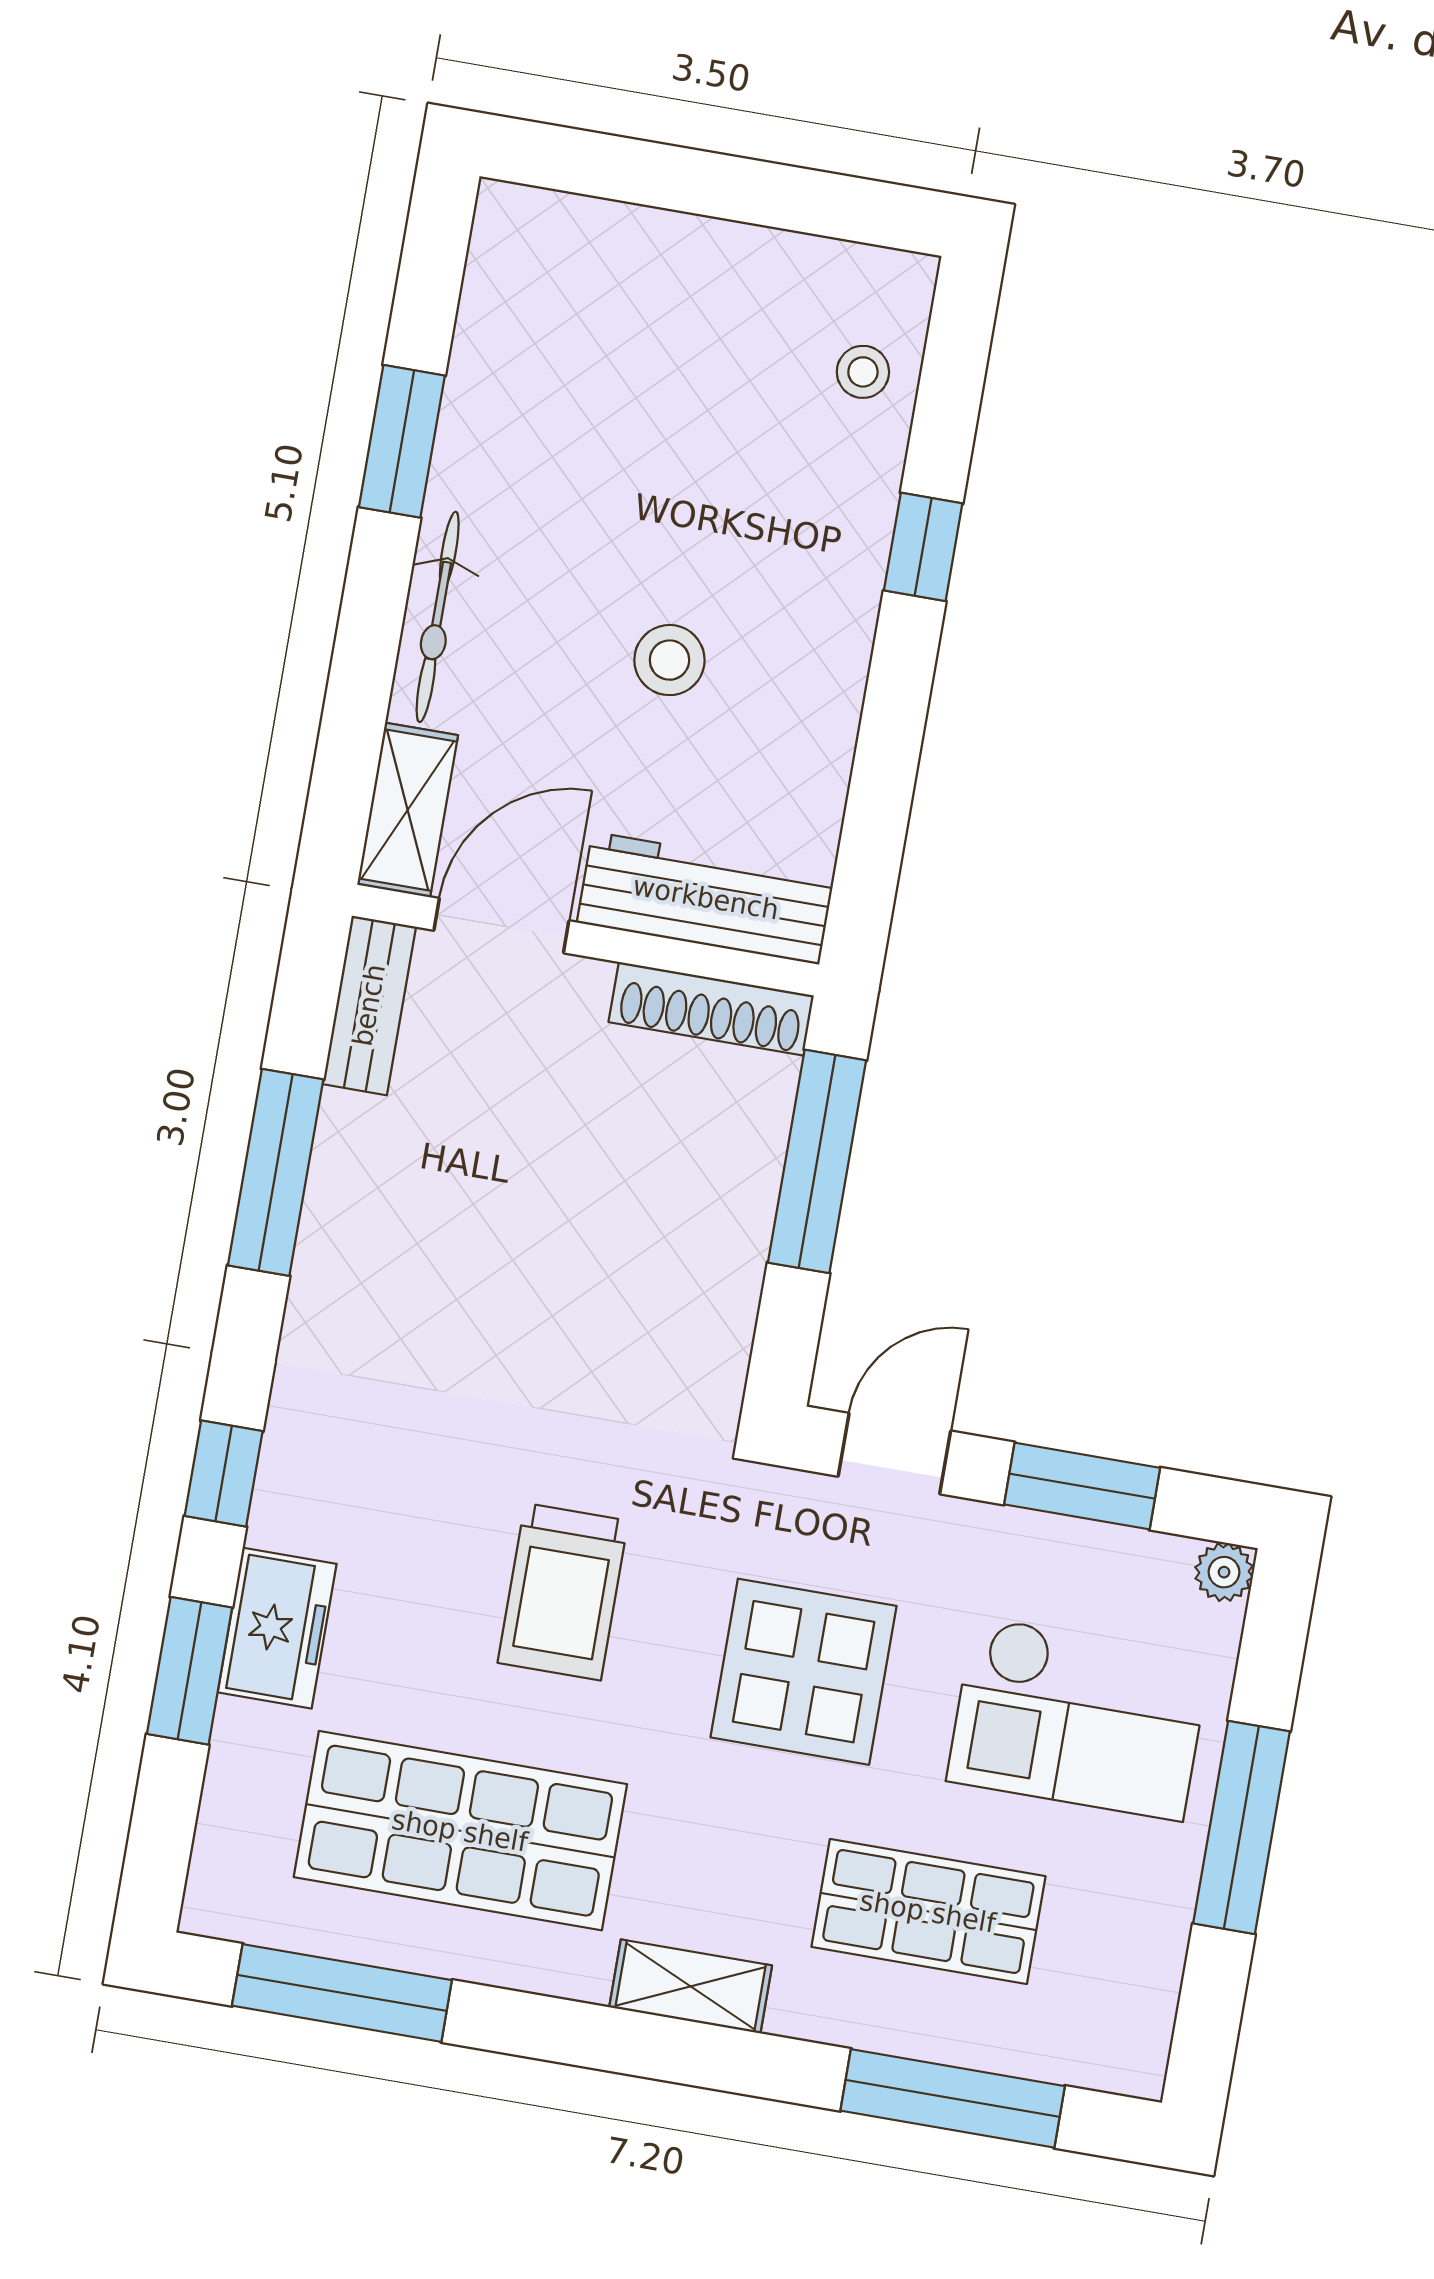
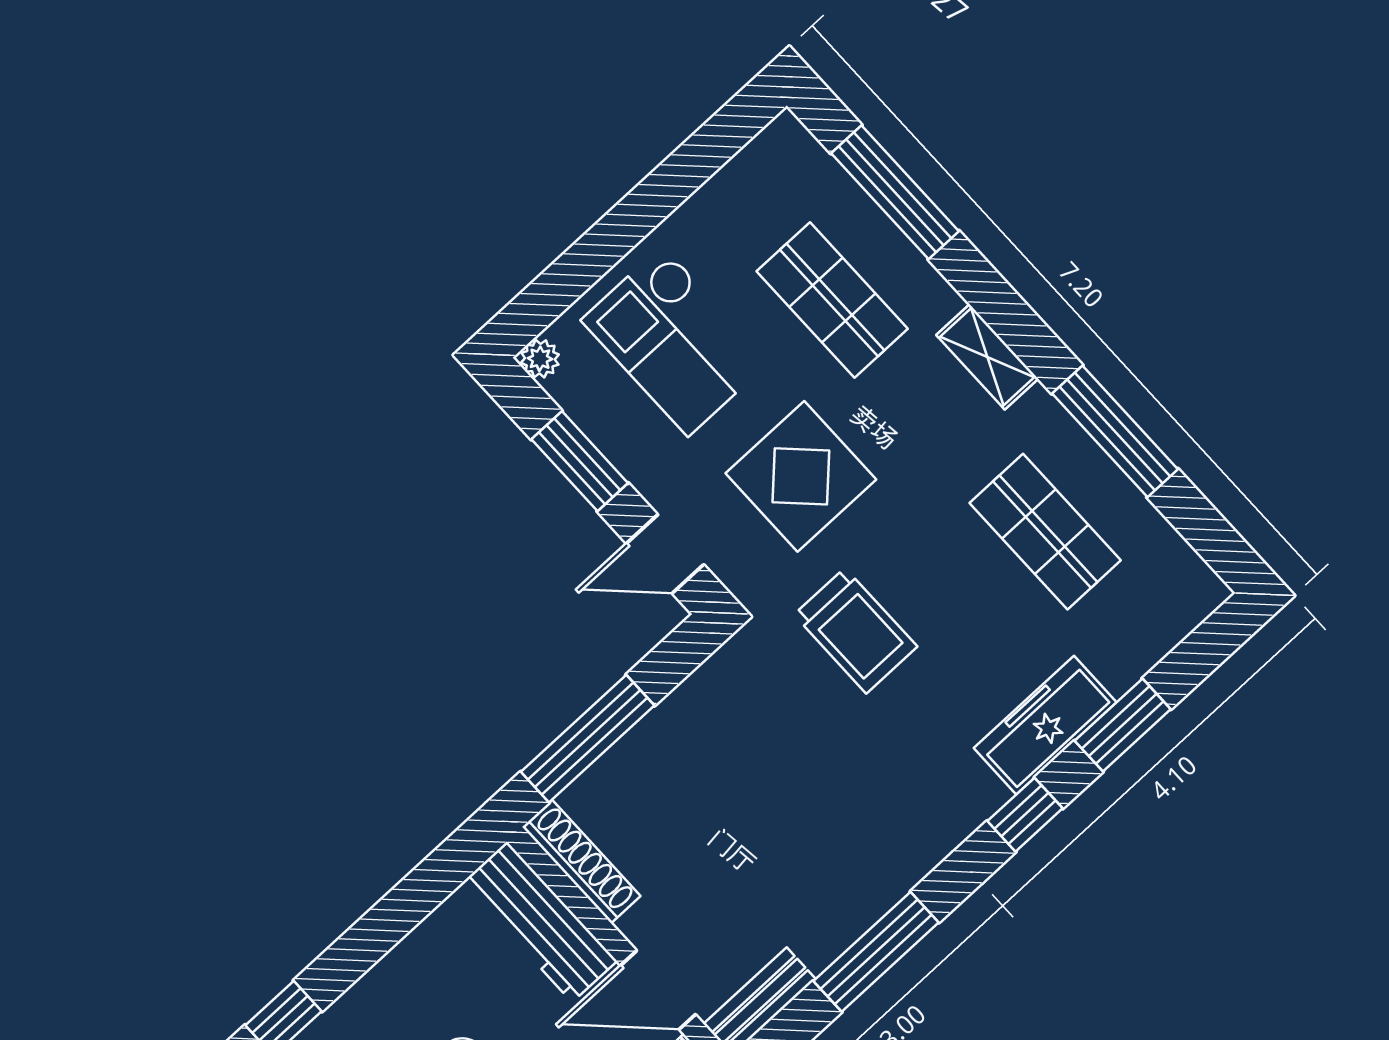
trolley: (563, 1592) -> (856, 631), moved, turned 90
freezer: (277, 1628) -> (1045, 725), width x1.40
checkout: (1079, 1718) -> (675, 341), turned 180
window: (1241, 1827) -> (634, 218), removed
shop shelf: (460, 1831) -> (1045, 532), width x0.70, depth x0.74
window: (342, 1993) -> (1115, 431), moved

